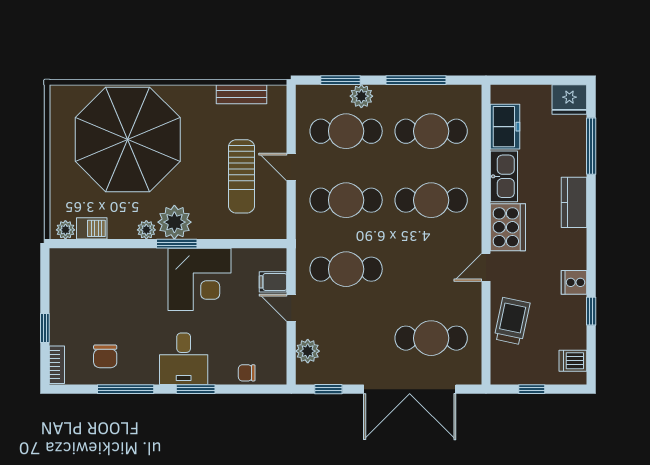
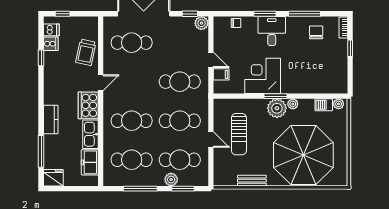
bench: (242, 94) -> (252, 181), moved
sun lounger: (241, 176) -> (239, 134), turned 180
cooker: (574, 282) -> (51, 44), moved
plant: (308, 351) -> (201, 23), moved
window: (532, 389) -> (63, 14), moved

